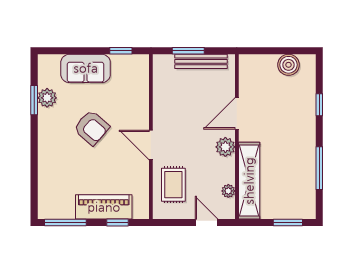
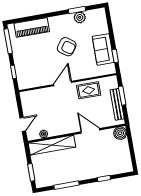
boiler: (288, 65) -> (120, 133), moved
sofa: (86, 68) -> (103, 49), moved
armchair: (92, 128) -> (67, 47), turned -95
plant: (225, 147) -> (69, 128), removed
rug: (173, 185) -> (89, 90), moved
piano: (104, 207) -> (32, 27), moved, turned 90

